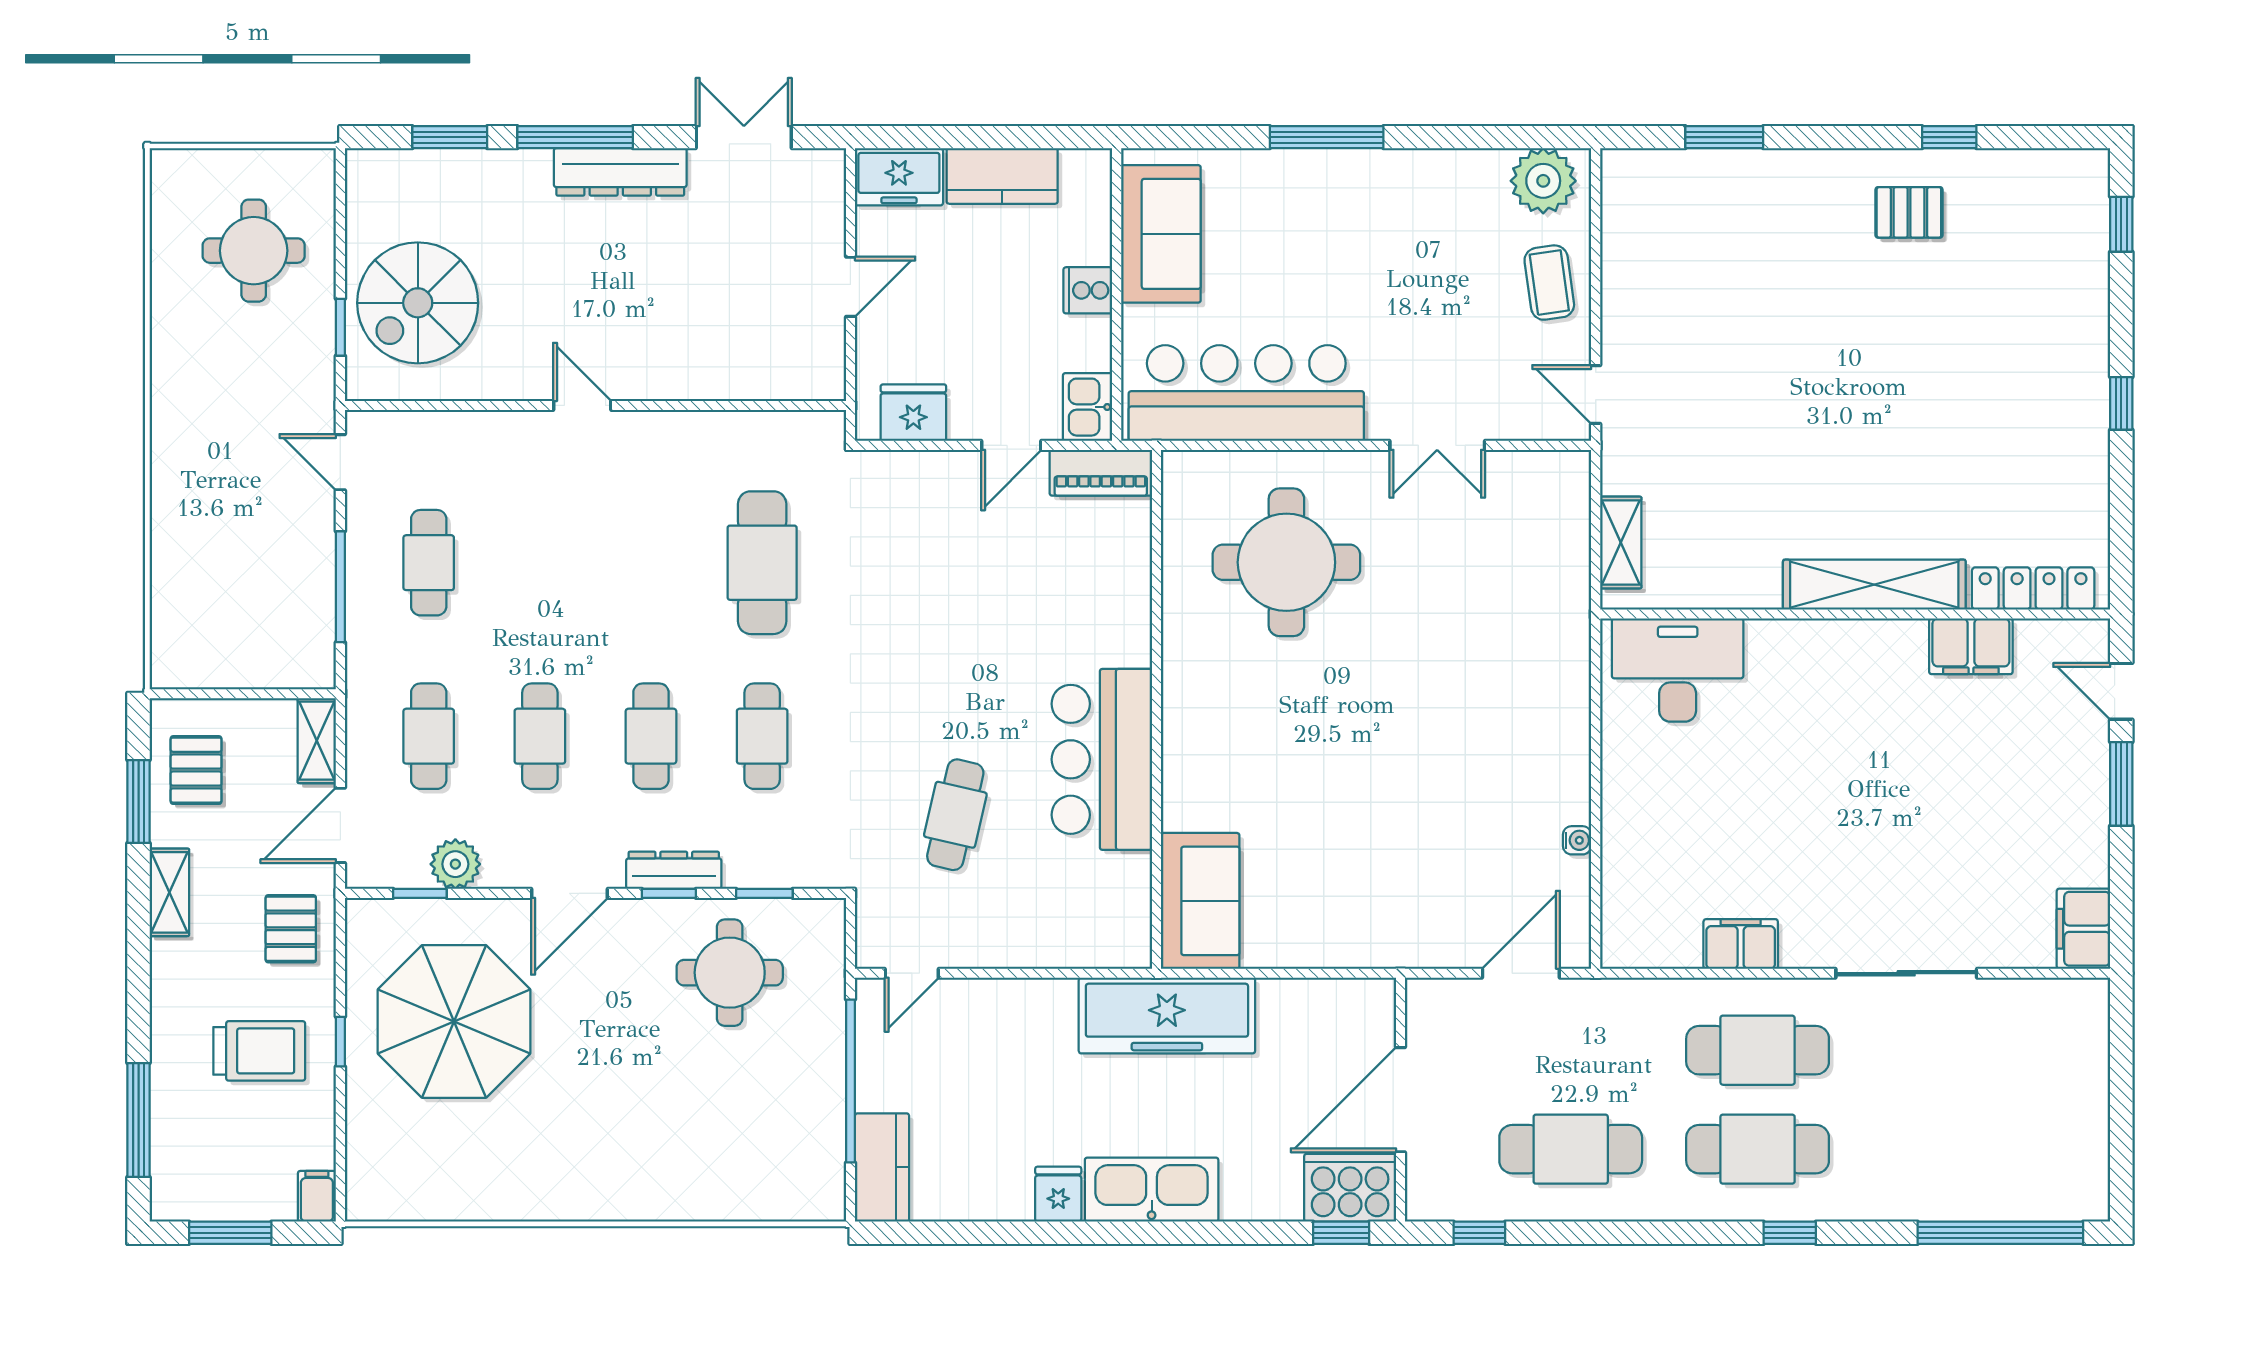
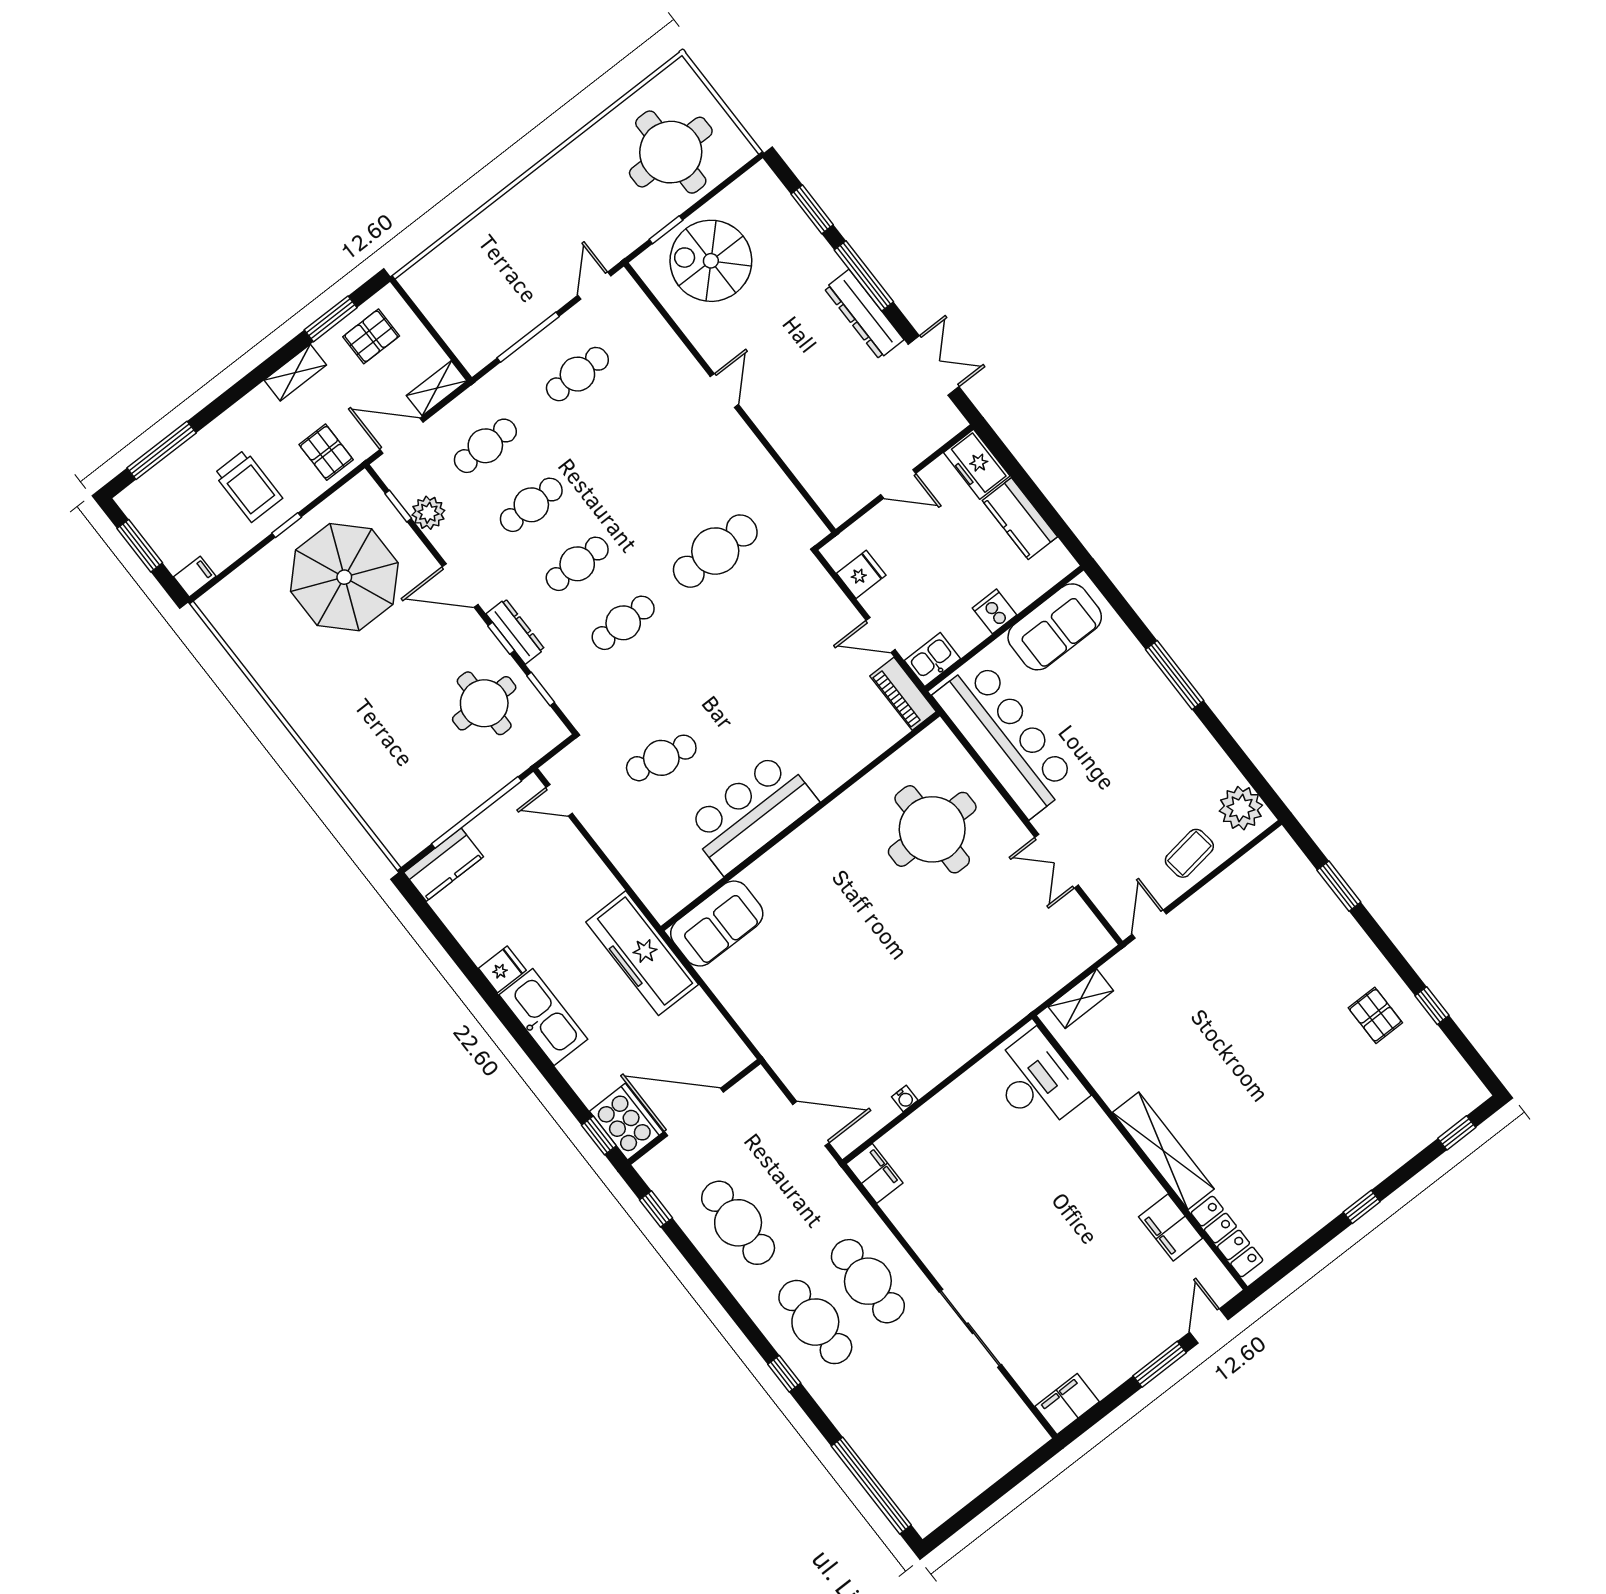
round table: (254, 251) -> (671, 152), width x1.36, depth x1.36
fridge: (913, 413) -> (861, 574), width x0.72
pallet: (291, 929) -> (326, 452), turned 90
filing cabinet: (1741, 944) -> (875, 1173), moved

